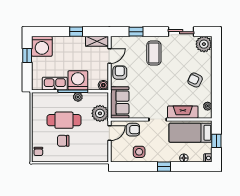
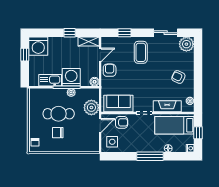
sofa: (120, 102) -> (118, 104), moved, turned -90
side table: (139, 152) -> (112, 142), moved
window: (164, 167) -> (150, 156), width x2.17

